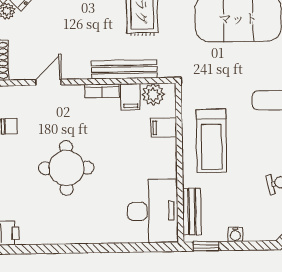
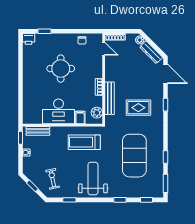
door: (48, 82) -> (104, 49), moved
filing cabinet: (131, 97) -> (96, 101), removed
treadmill: (211, 141) -> (84, 142), moved
desk: (153, 211) -> (58, 111), moved

